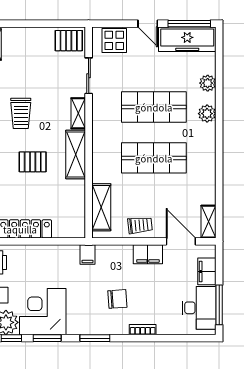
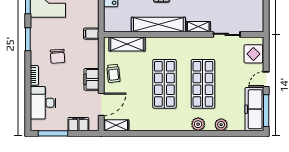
pallet: (69, 41) -> (253, 19), removed
shelving: (76, 154) -> (158, 25), width x1.47
desk: (199, 308) -> (43, 103), moved, turned 90

